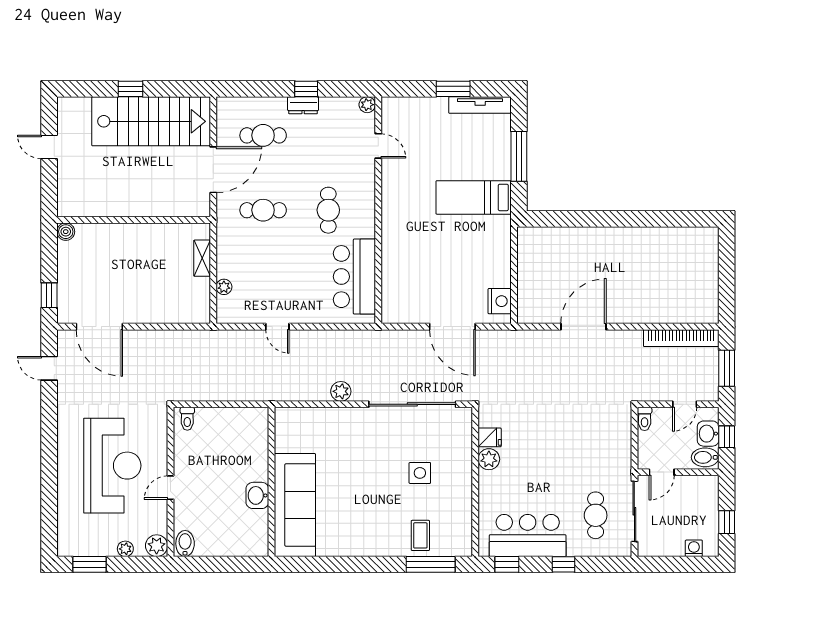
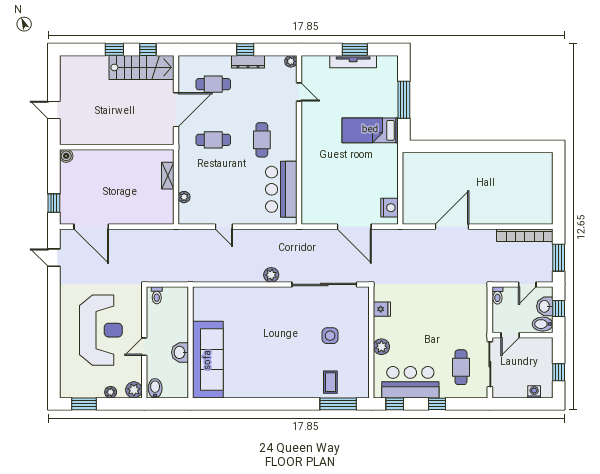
window: (175, 89) -> (148, 49), added
dresser: (303, 105) -> (248, 62), width x1.44
tv unit: (480, 105) -> (353, 62), moved
stairs: (151, 121) -> (142, 67), width x0.73, depth x0.66
door: (49, 147) -> (54, 110), moved
plant: (489, 459) -> (381, 347), moved
wall: (271, 482) -> (191, 342), moved
washbasin: (257, 495) -> (180, 352), moved
sofa: (295, 505) -> (208, 360), moved

